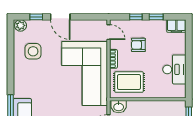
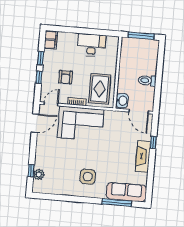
door: (60, 17) -> (35, 123), moved
plant: (21, 25) -> (39, 175), moved
side table: (33, 51) -> (88, 177), moved
corner sofa: (85, 73) -> (81, 124), width x0.73, depth x0.74

